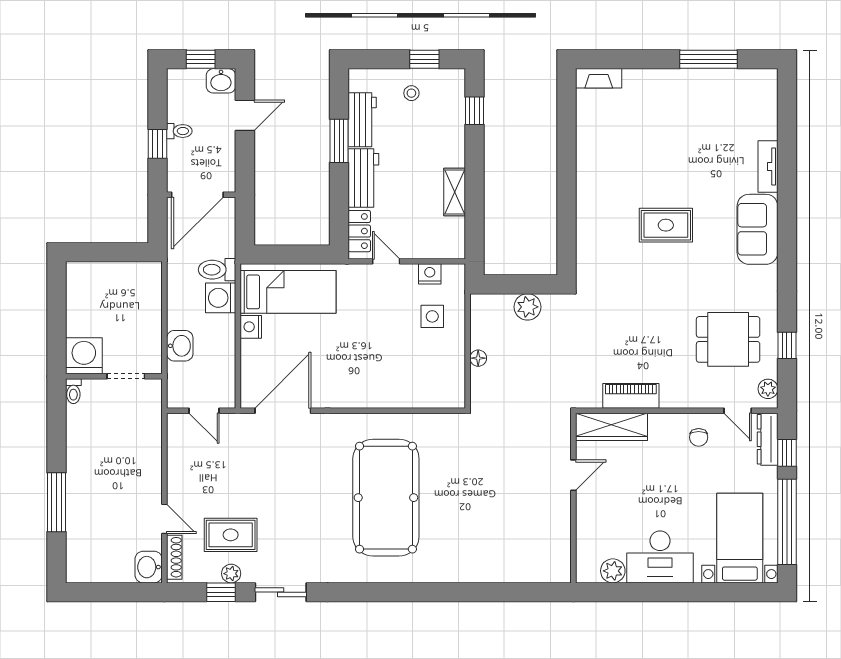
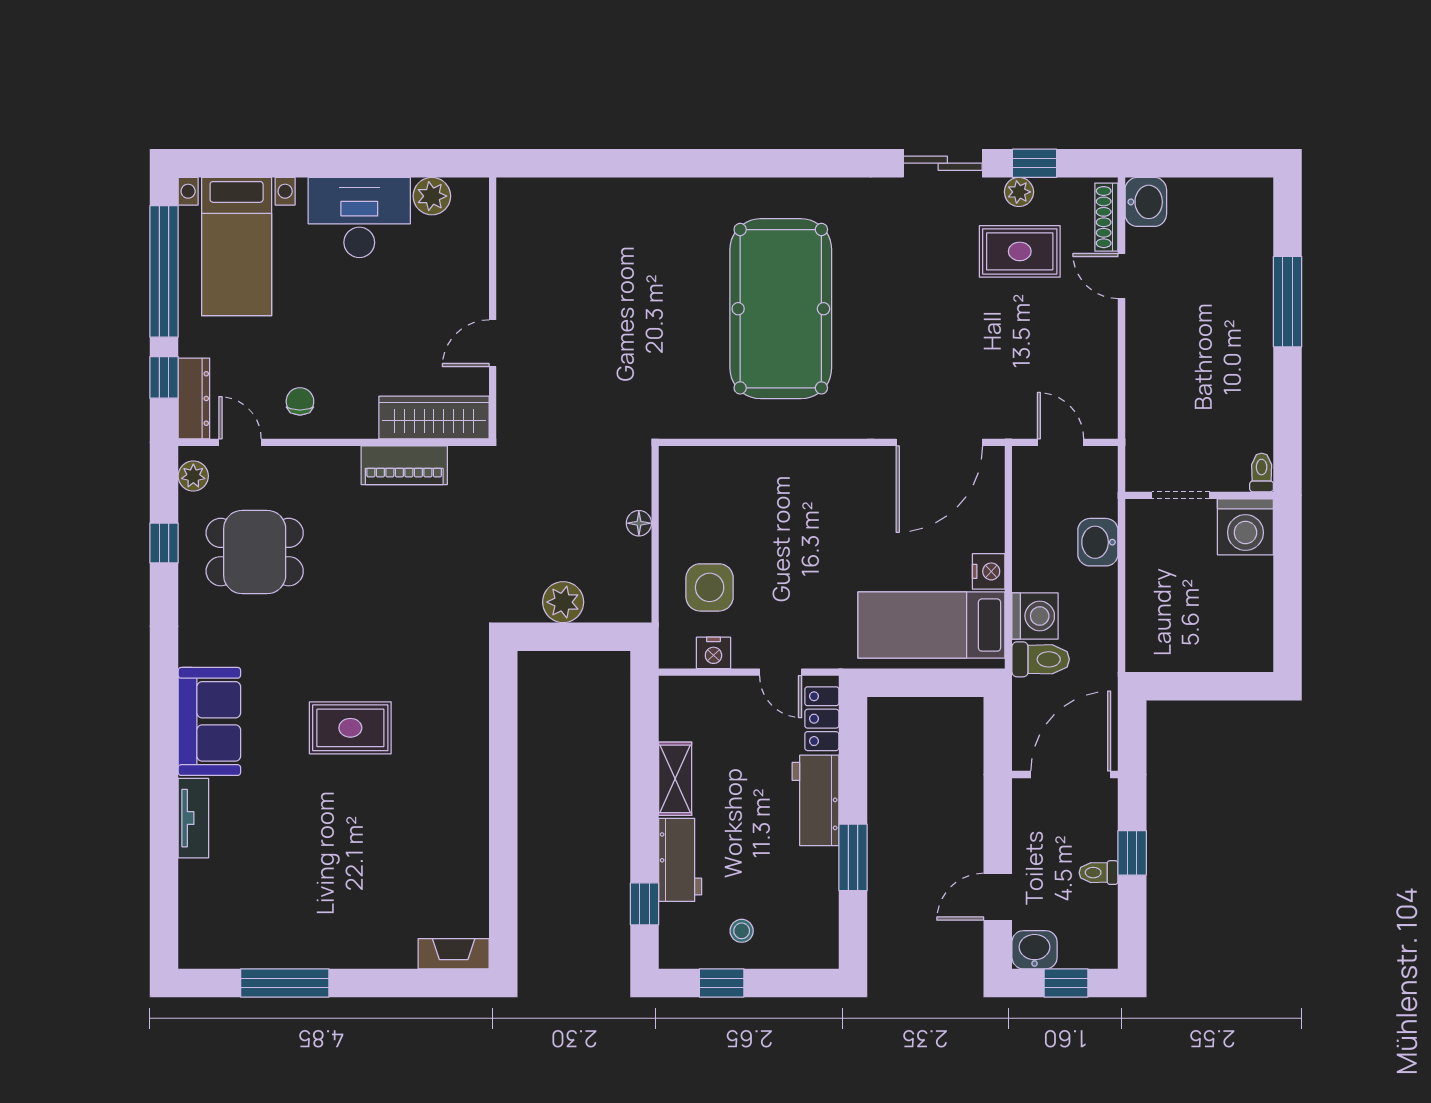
workbench: (362, 120) -> (680, 860), moved, turned 180
side table: (432, 316) -> (710, 587), width x1.37, depth x1.37

